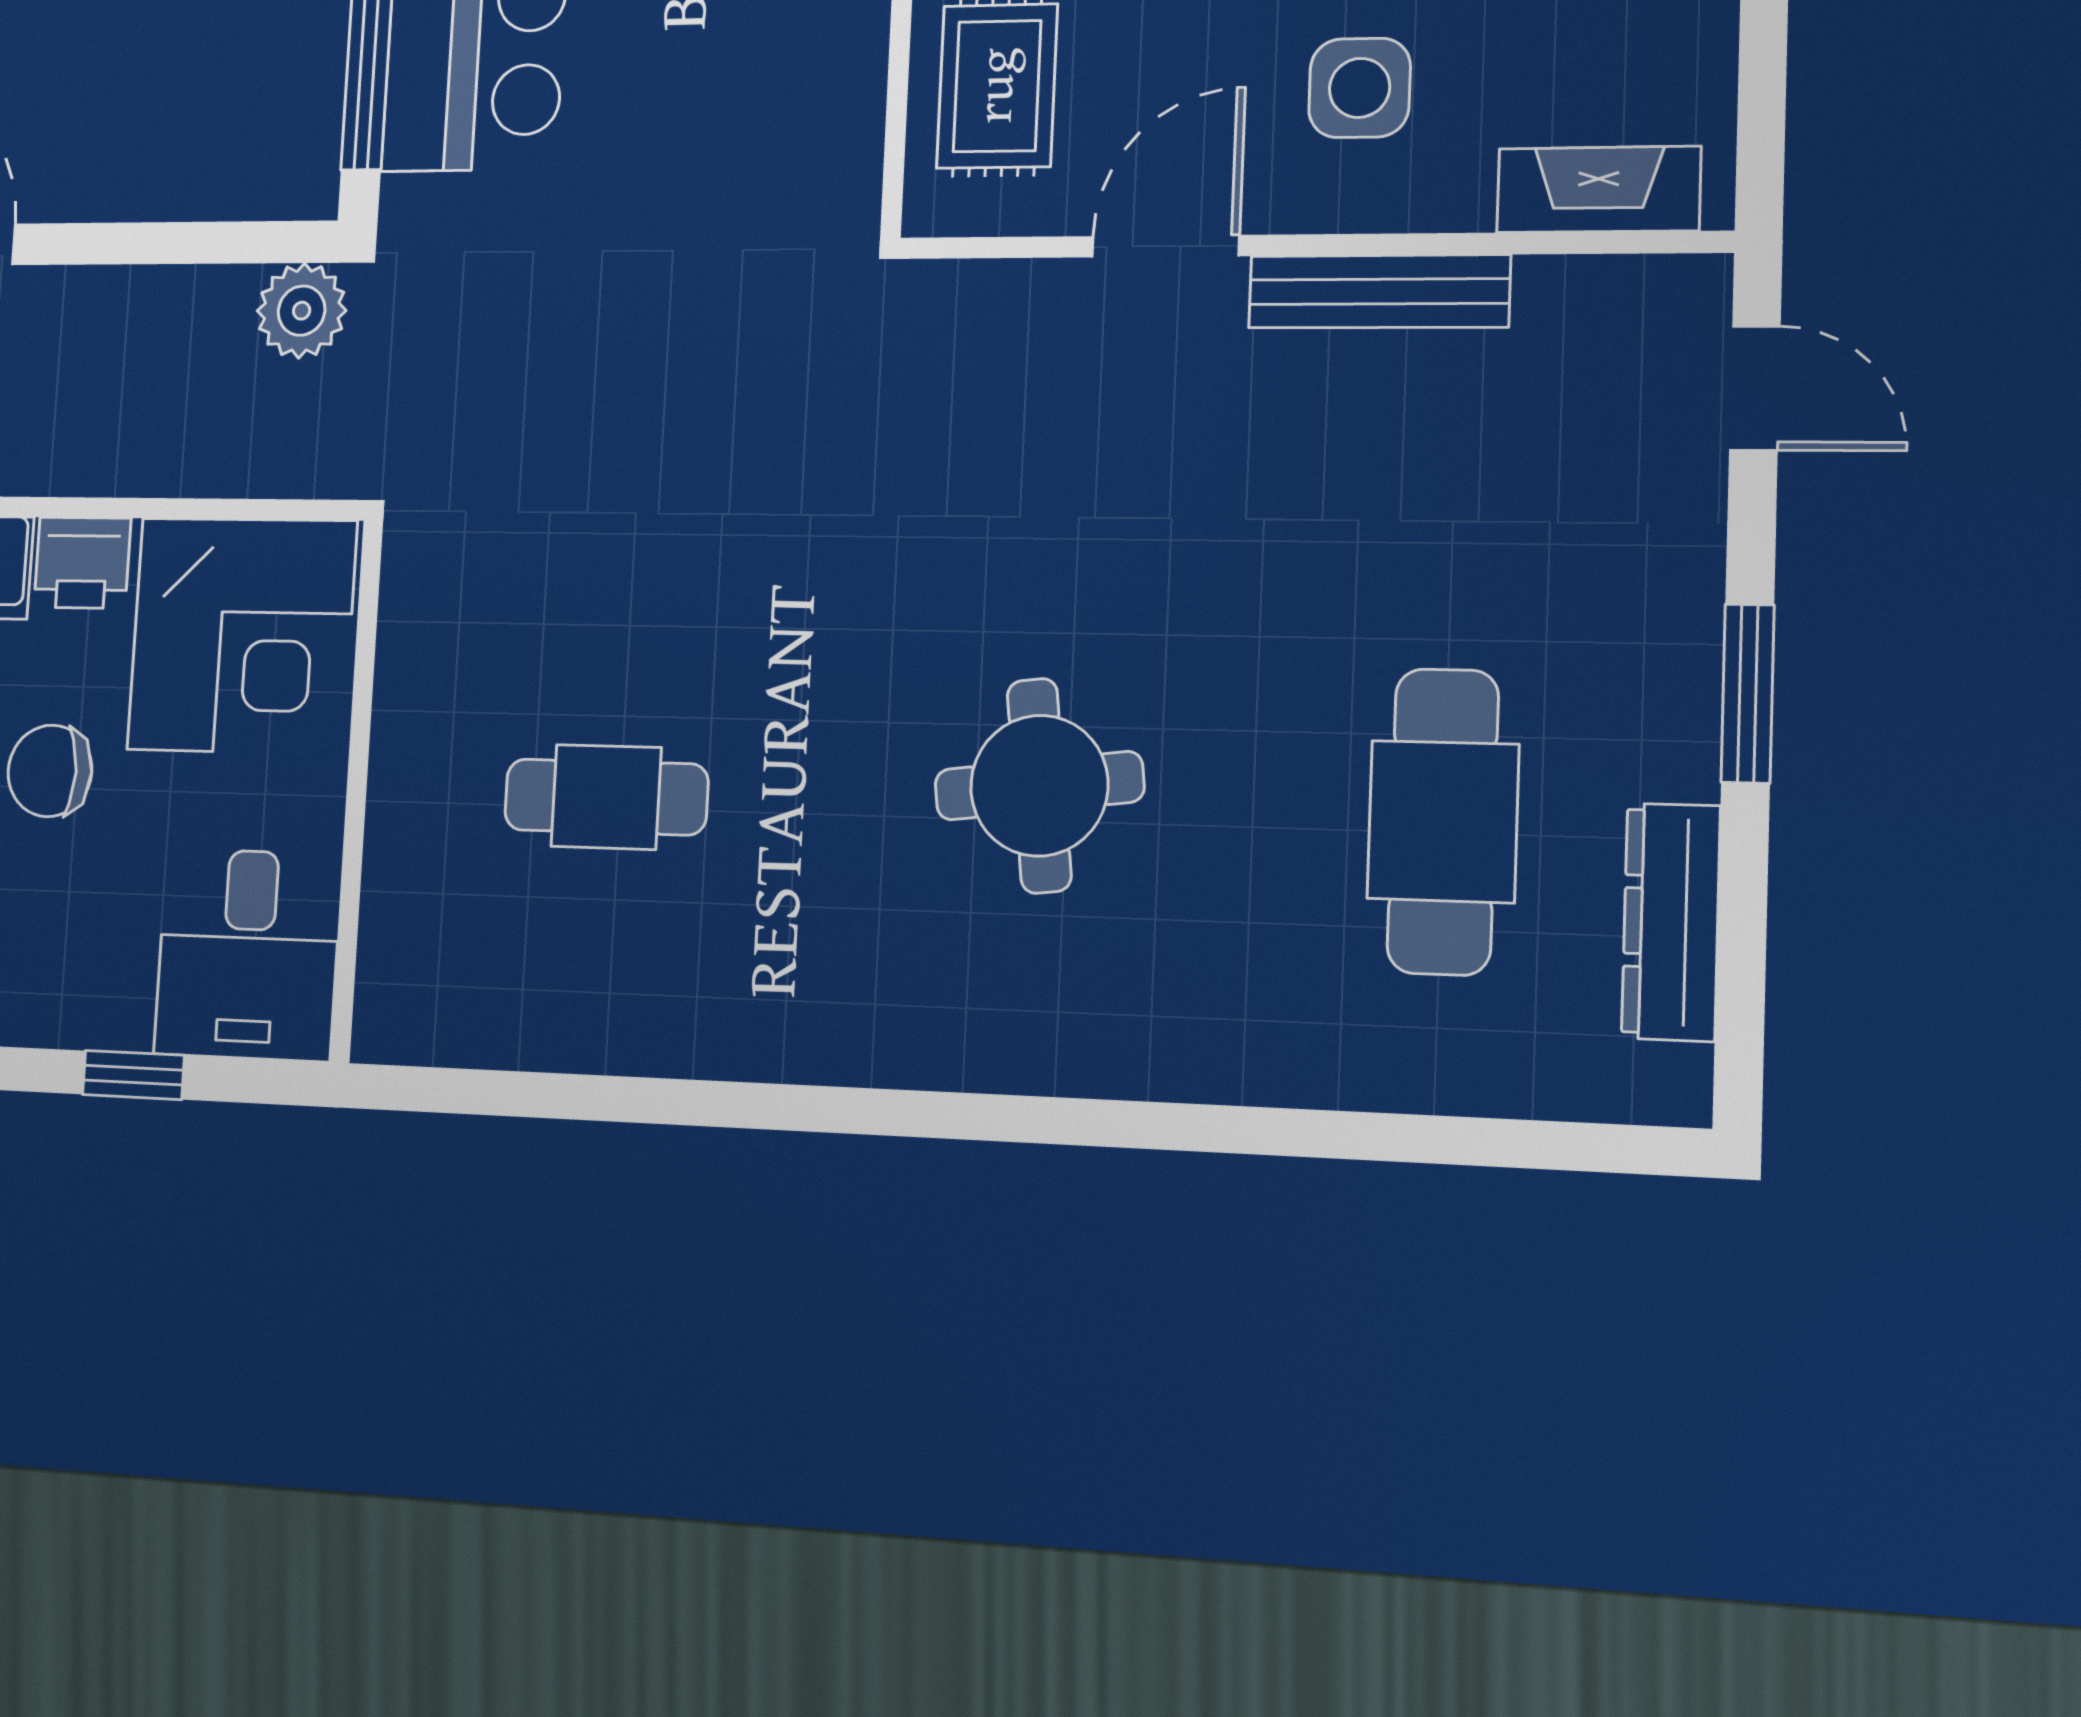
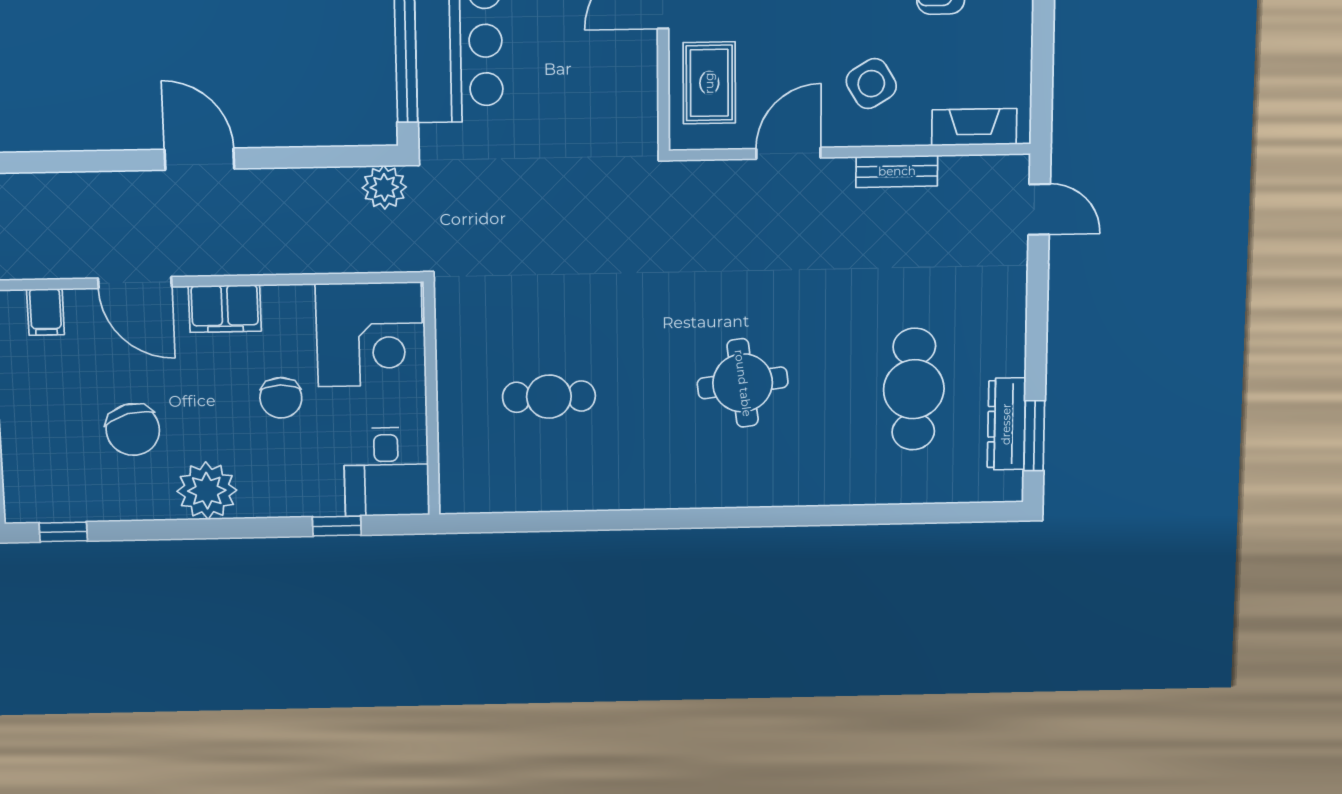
side table: (1360, 88) -> (871, 84), turned -31
bench: (1379, 291) -> (897, 171), width x0.73
printer: (82, 563) -> (286, 305), removed
window: (1748, 693) -> (1034, 436), moved
chair: (50, 771) -> (281, 398), turned -90

